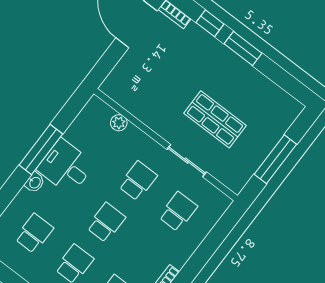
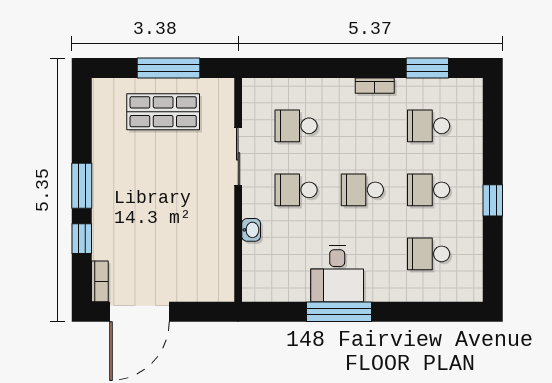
shop shelf: (215, 119) -> (163, 112), moved, turned 90
plant: (119, 123) -> (252, 254), removed
washbasin: (35, 182) -> (251, 230), moved, turned 90

